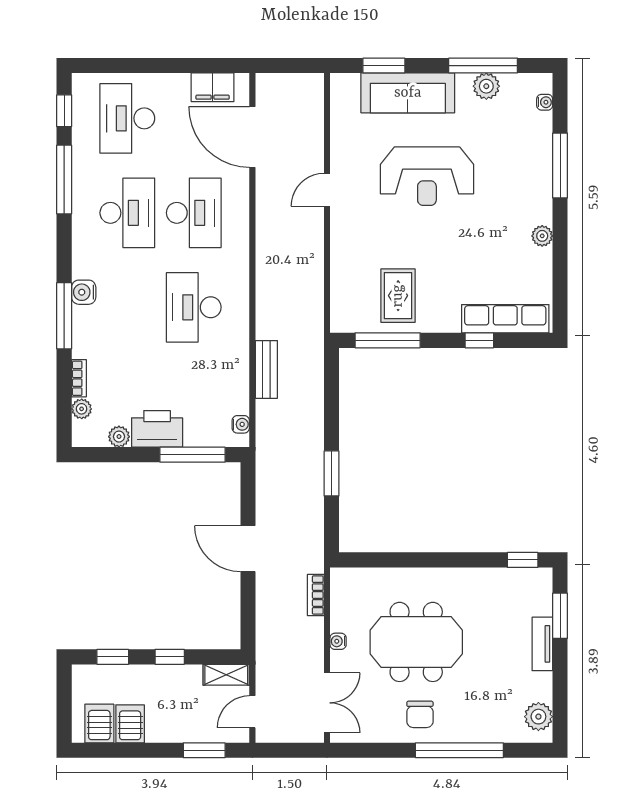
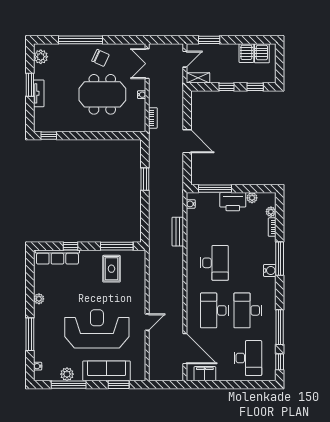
reception desk: (427, 176) -> (97, 329), width x1.36, depth x1.30
window: (560, 616) -> (30, 85), moved
chair: (420, 714) -> (100, 58), turned 115

